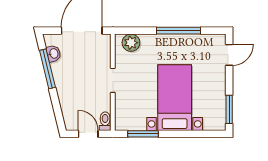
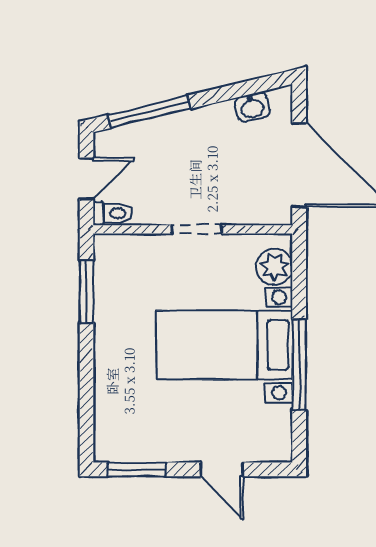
door: (229, 55) -> (222, 469), moved
window: (47, 69) -> (149, 112), moved
bed with nightstands: (175, 98) -> (224, 345), moved, turned 180

